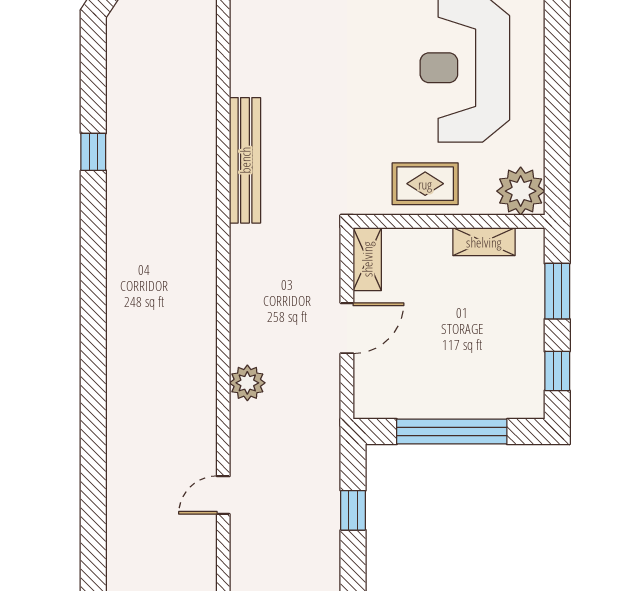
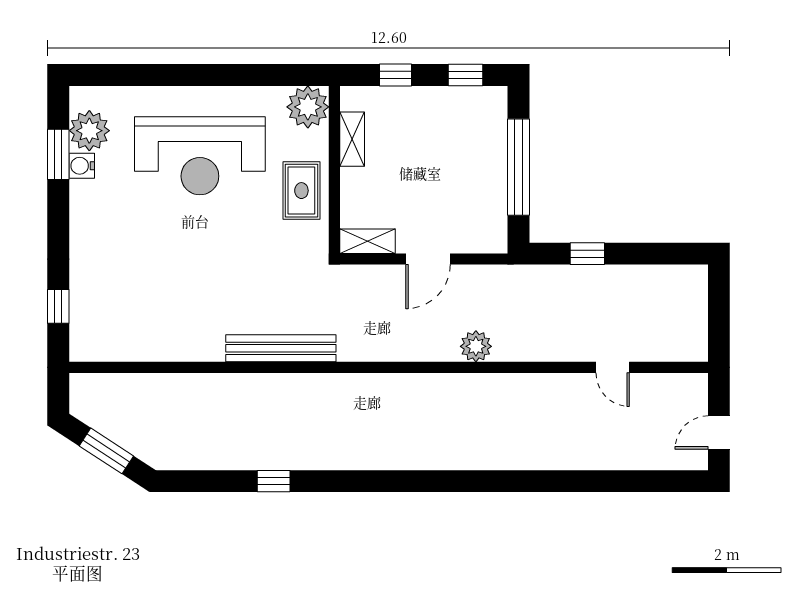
window: (557, 291) -> (396, 75), width x0.67
door: (347, 328) -> (428, 259), swing flipped
door: (223, 495) -> (613, 367), moved

